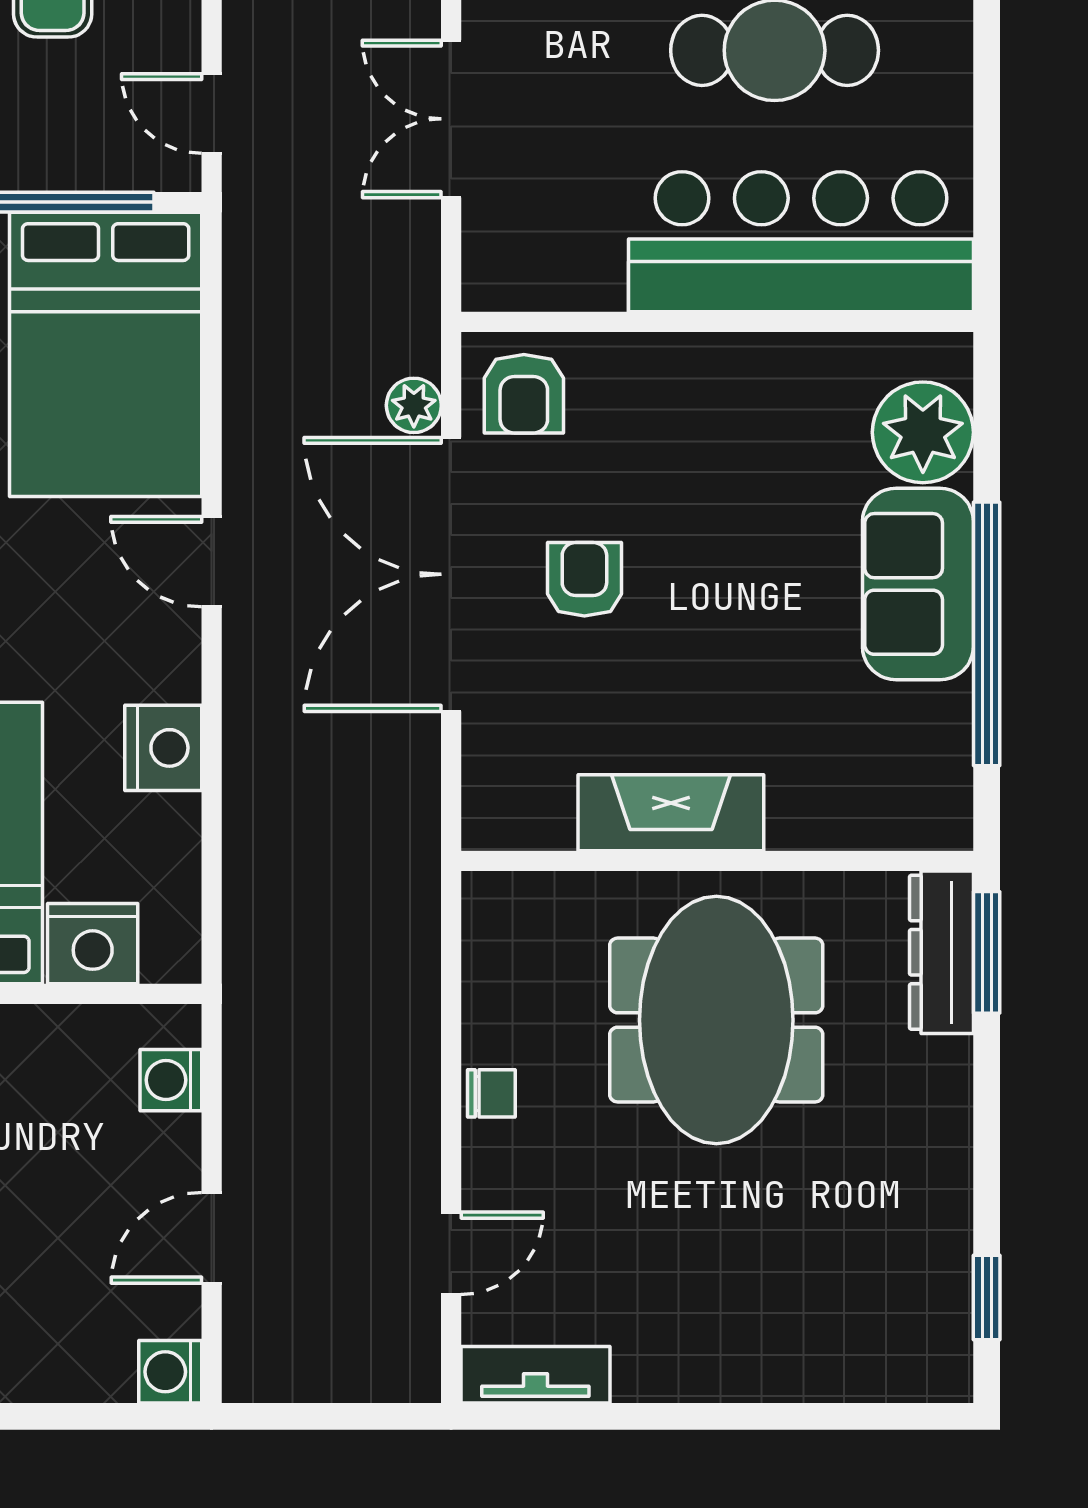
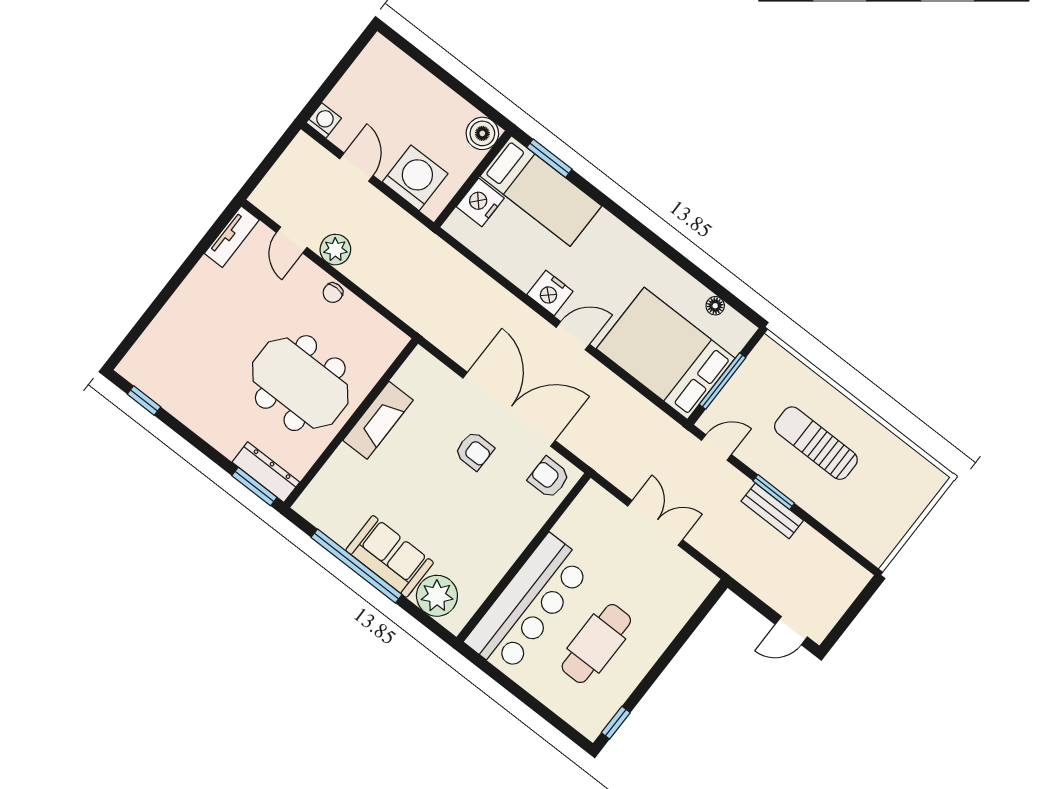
plant: (414, 405) -> (335, 250), moved, width x1.38, depth x1.38
nightstand: (163, 748) -> (550, 293), moved
washing machine: (171, 1080) -> (415, 178), width x1.89, depth x1.89

